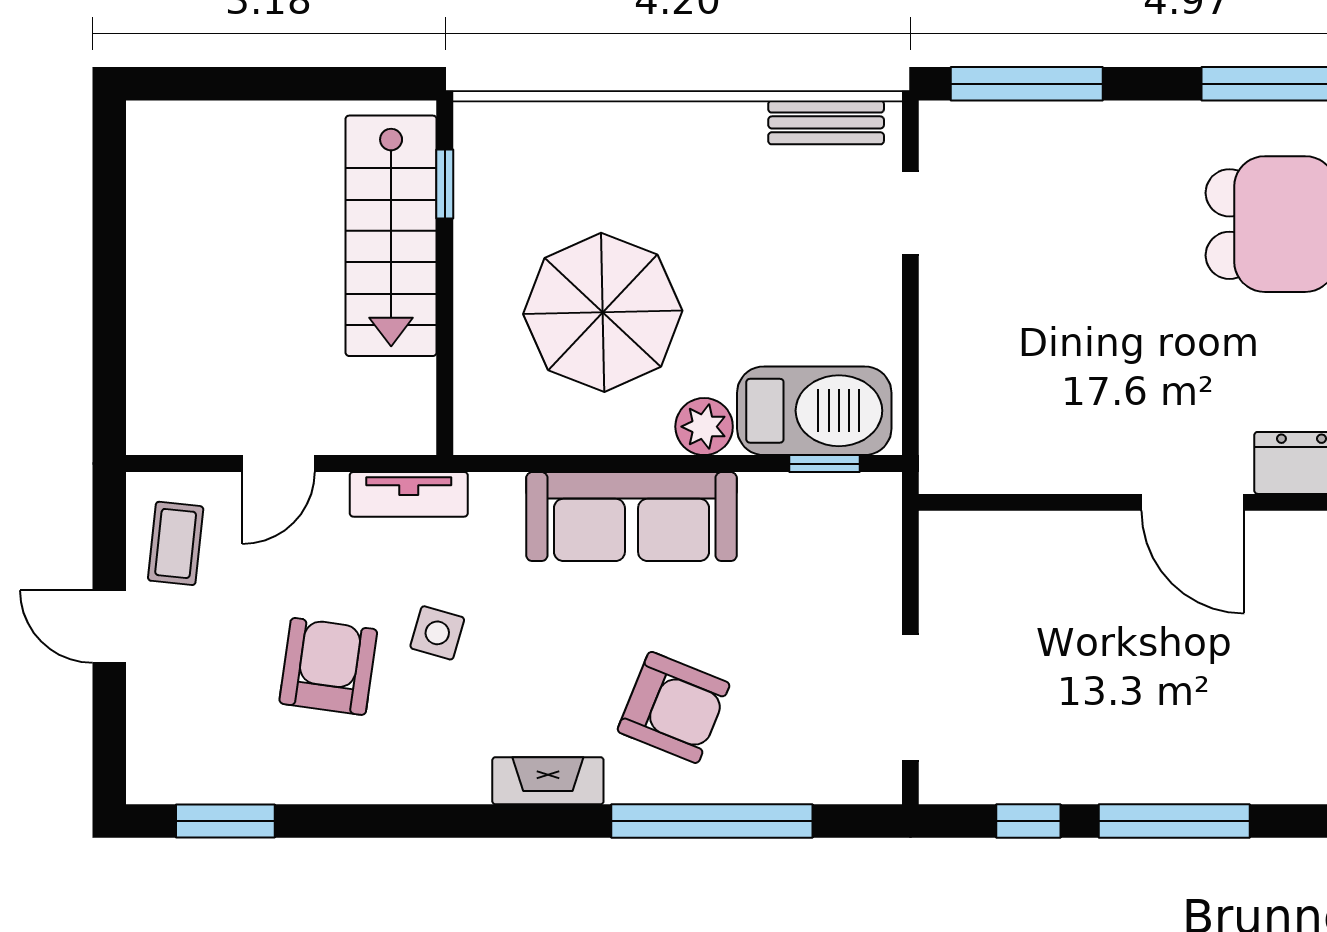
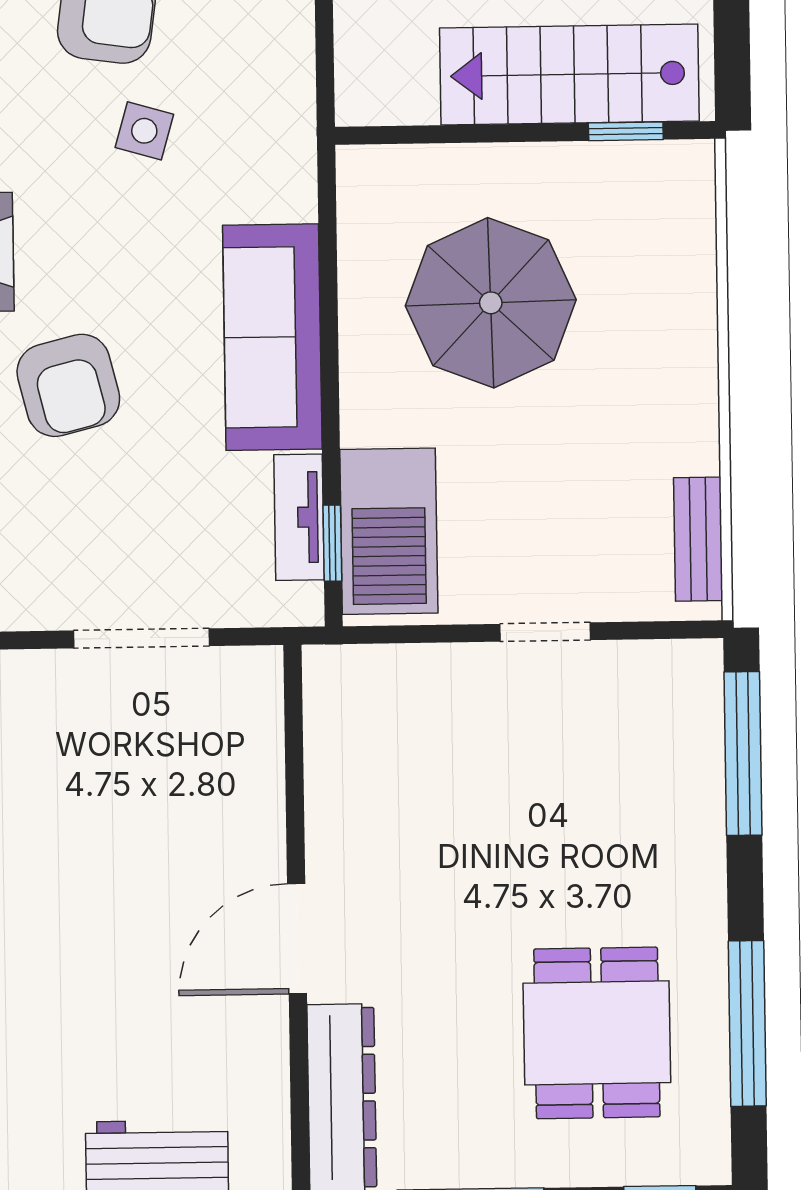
doorway: (910, 213) -> (545, 632), moved
plant: (704, 427) -> (370, 413), removed
tv unit: (409, 494) -> (299, 517), moved
doorway: (910, 698) -> (141, 638), moved
armchair: (674, 707) -> (68, 385), turned -36

